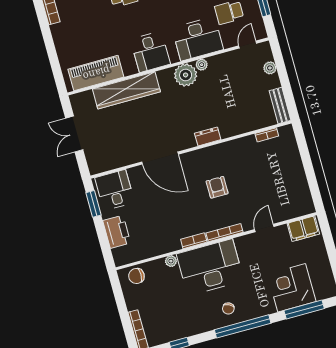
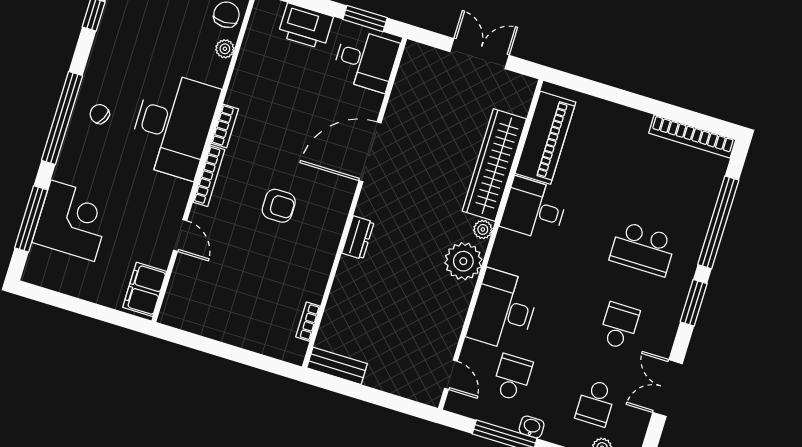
desk: (150, 52) -> (534, 209), moved
plant: (202, 65) -> (483, 229), moved
plant: (270, 68) -> (398, 385), removed
plant: (171, 261) -> (225, 49), moved

